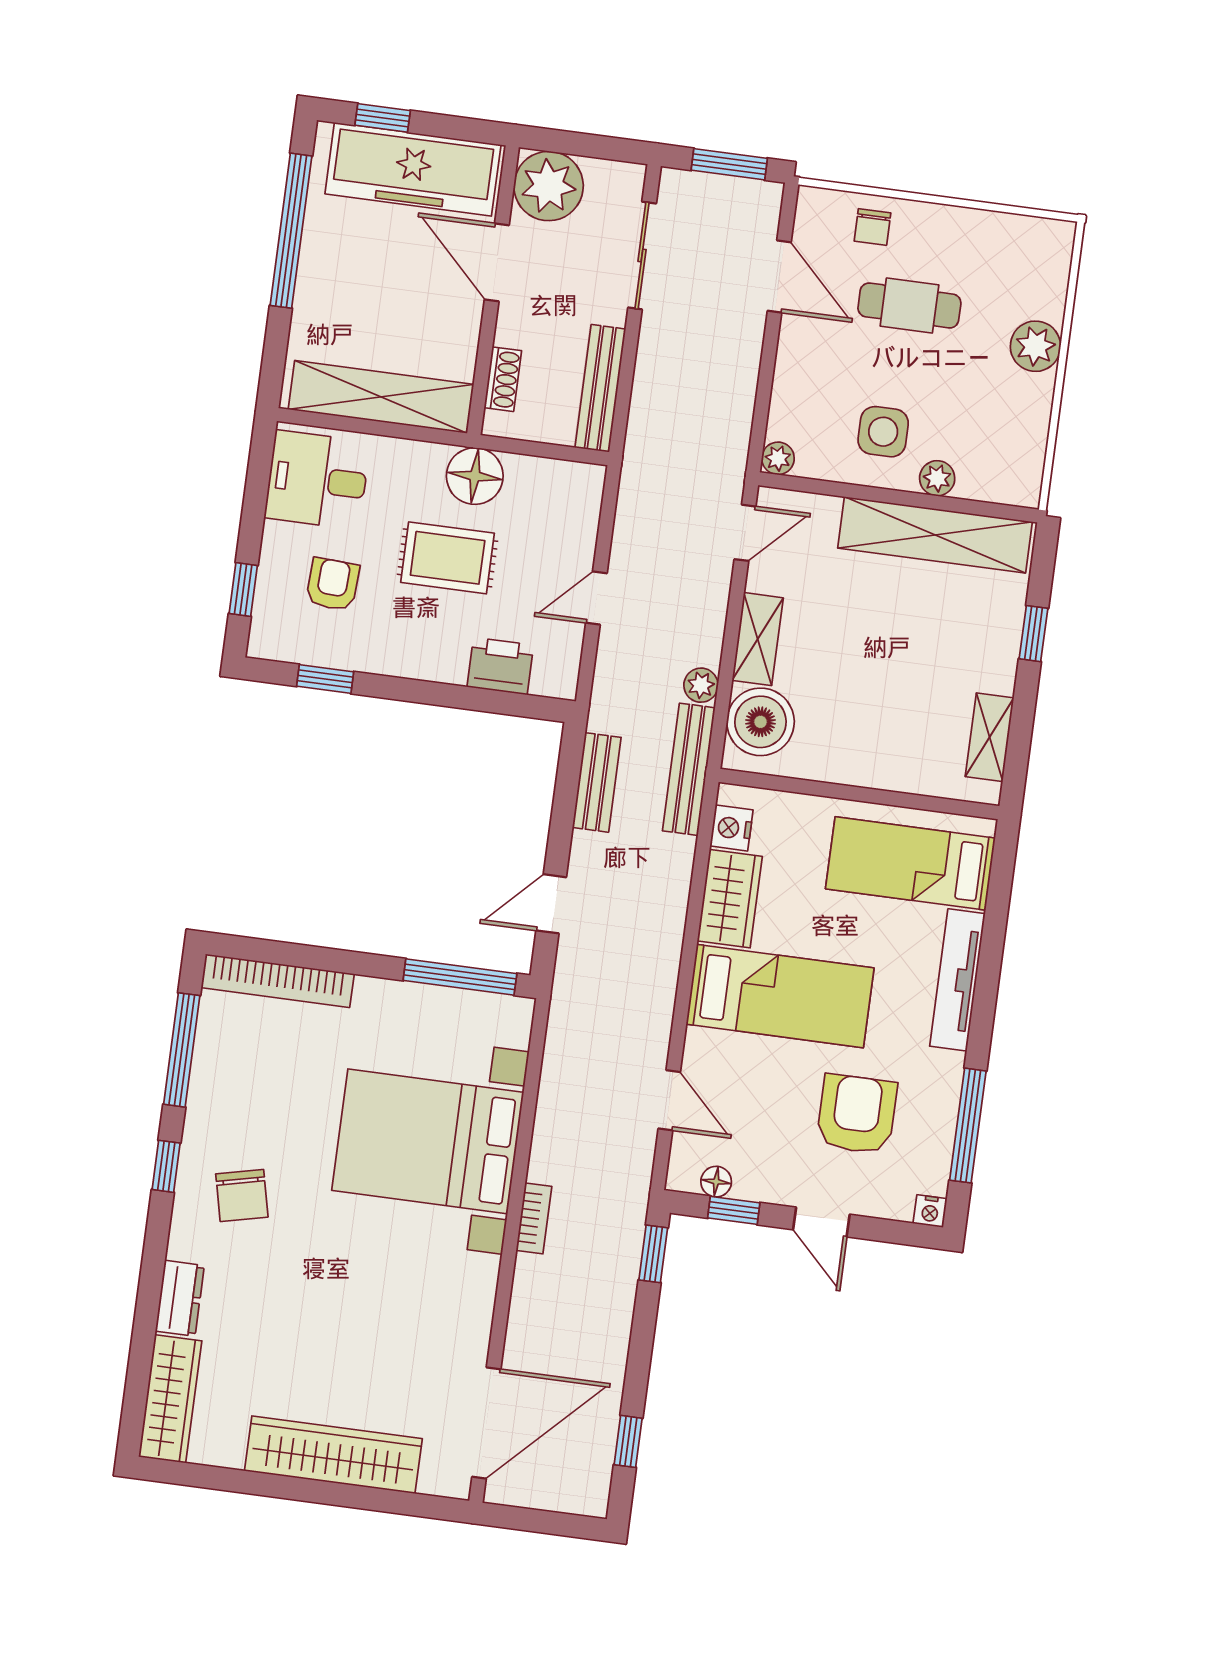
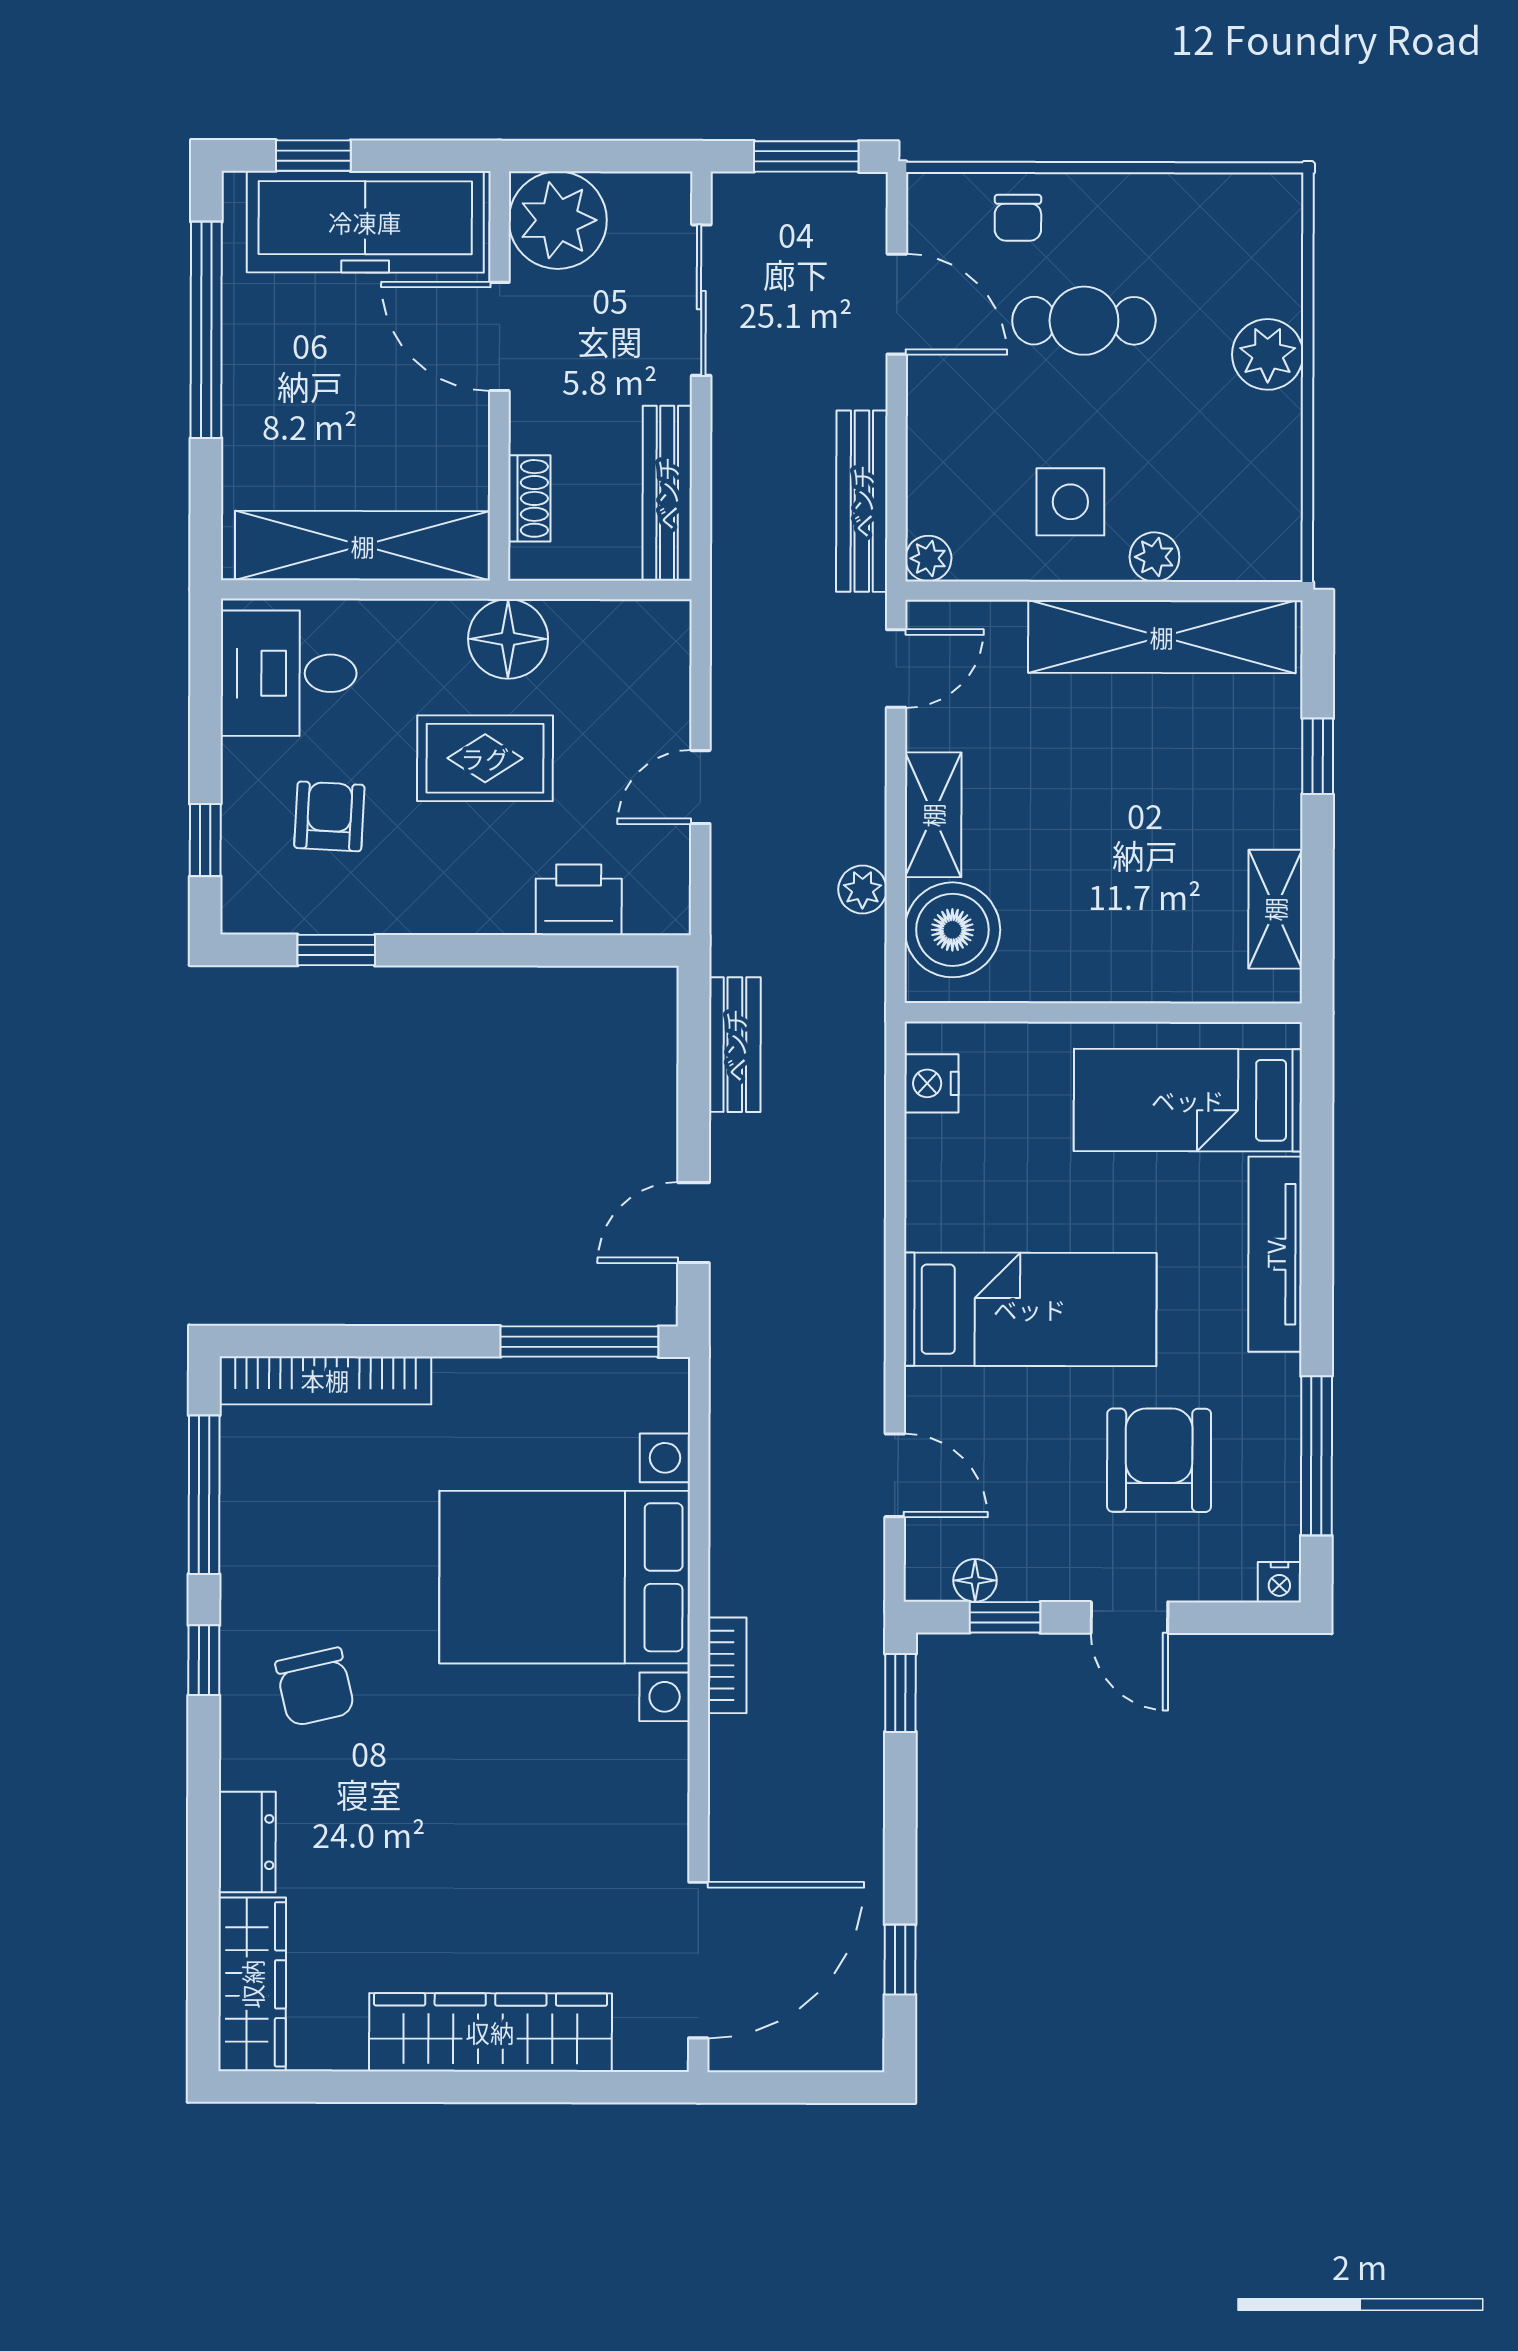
bench: (689, 769) -> (862, 501), moved
wardrobe: (730, 899) -> (942, 1183), removed

